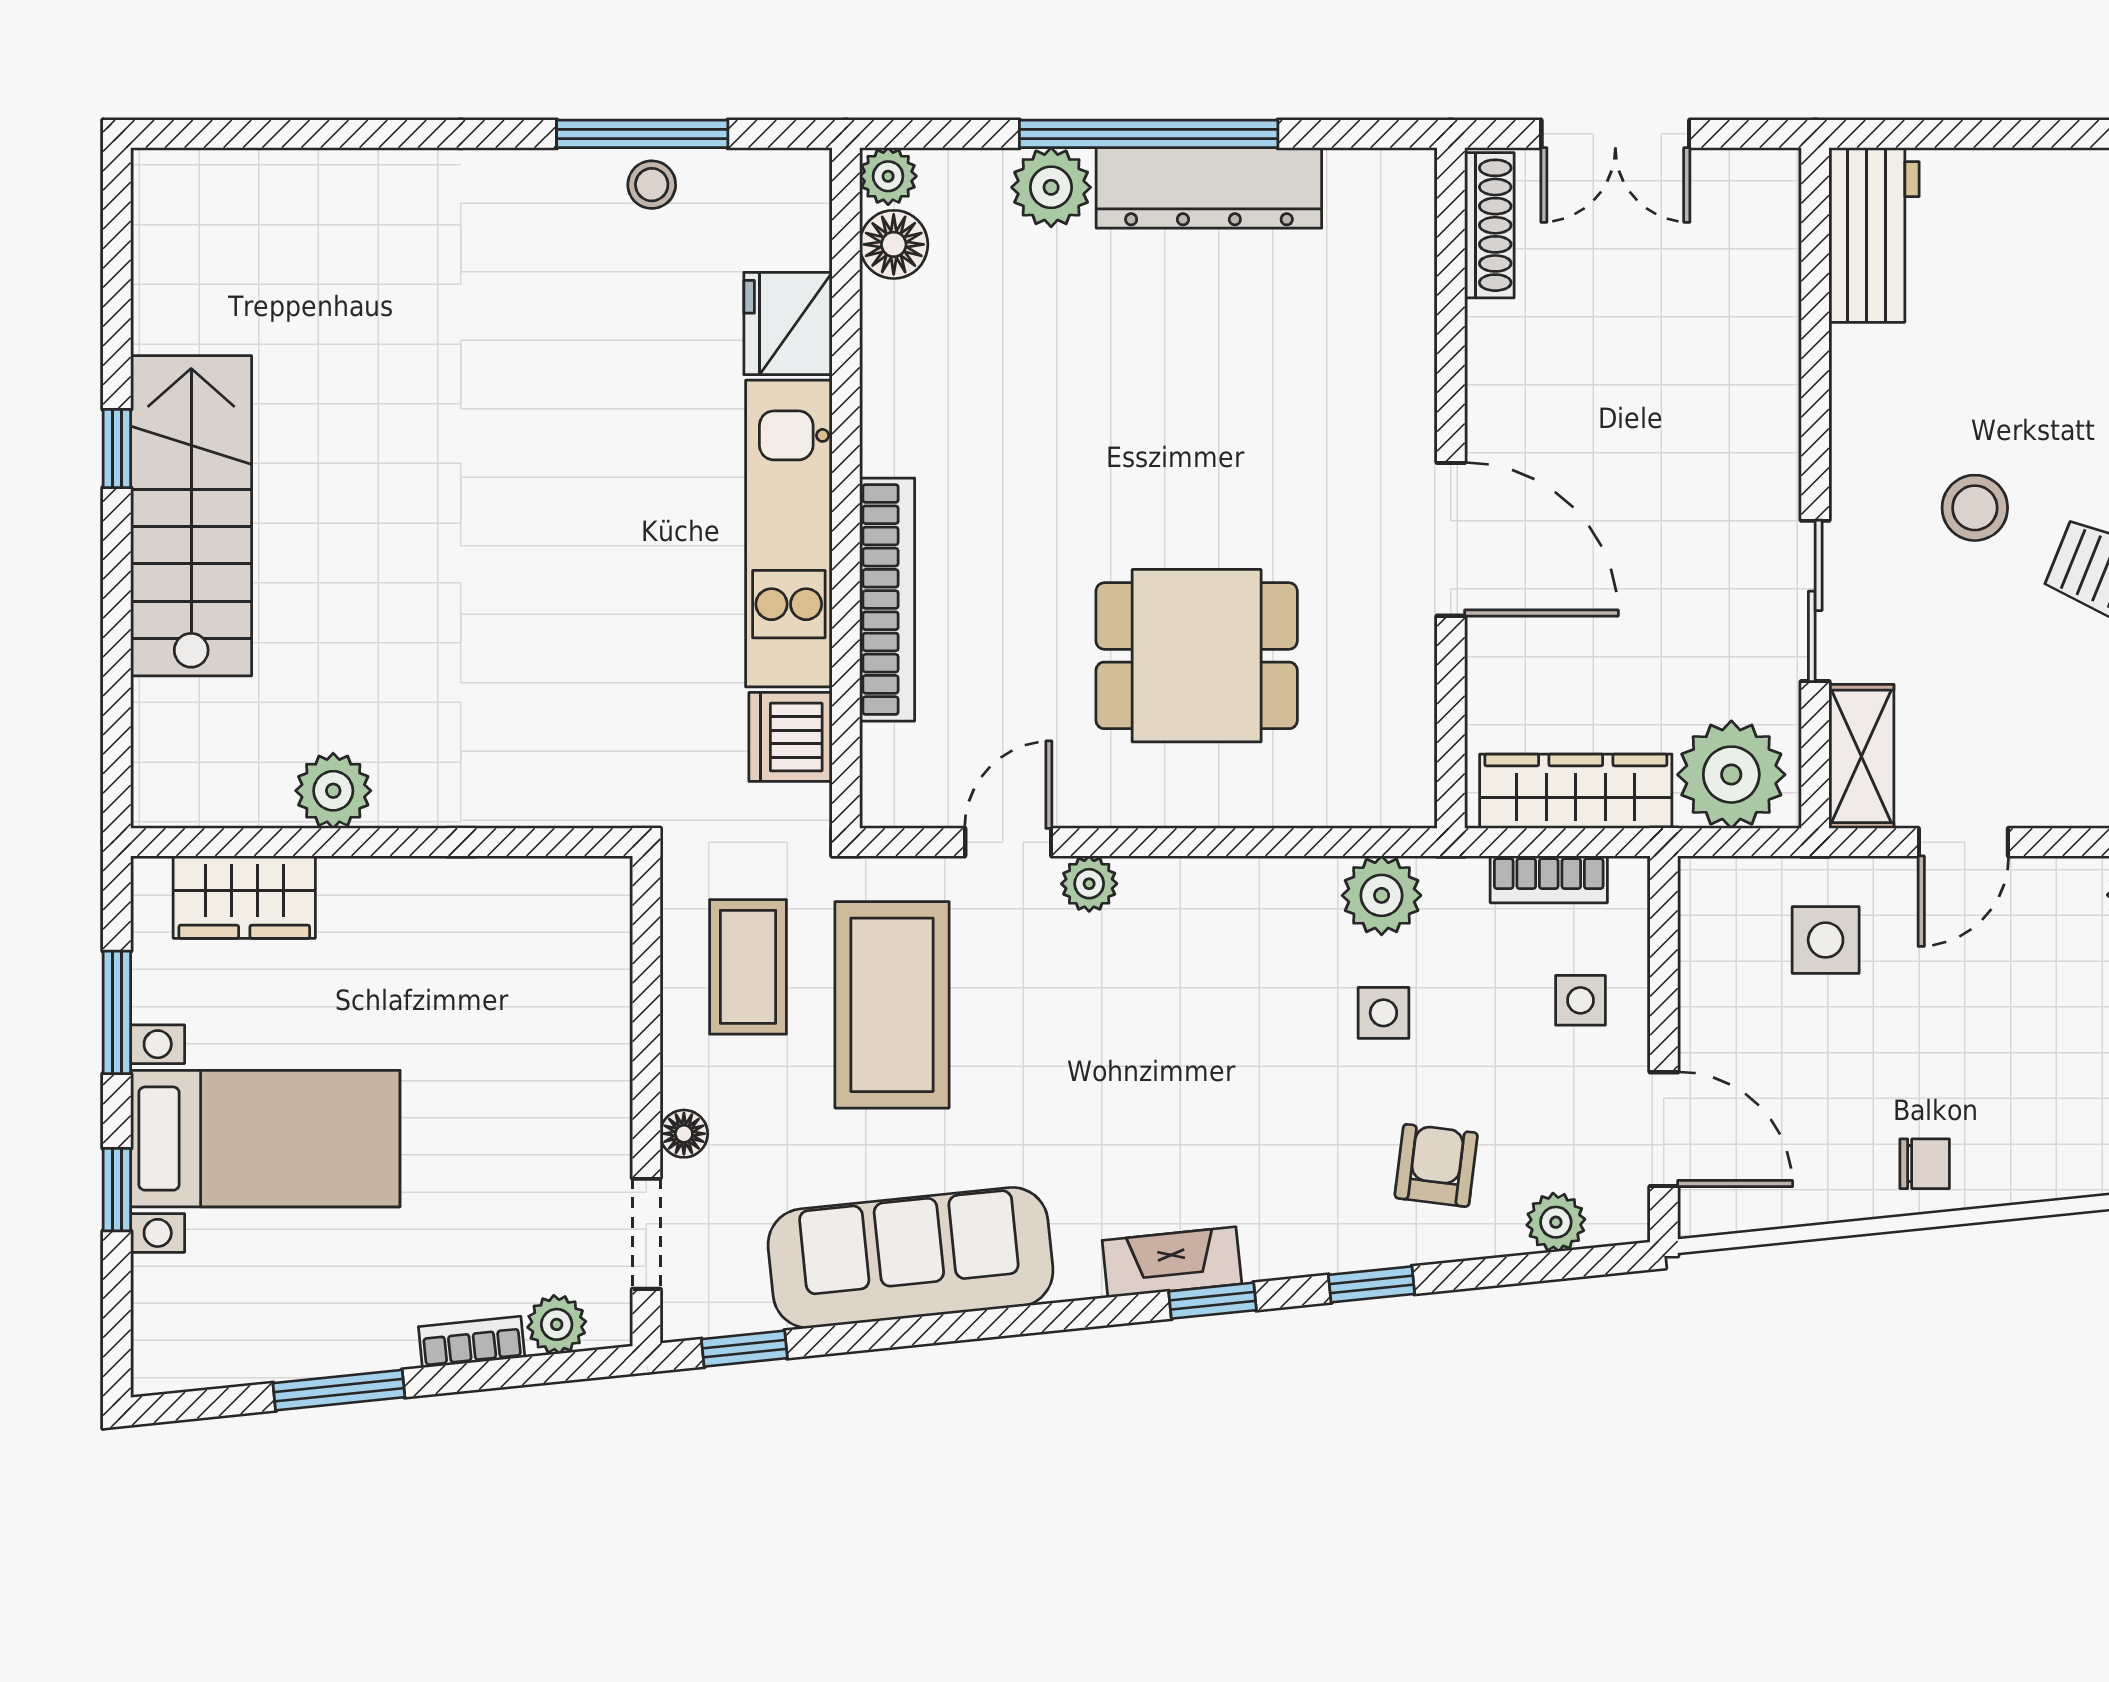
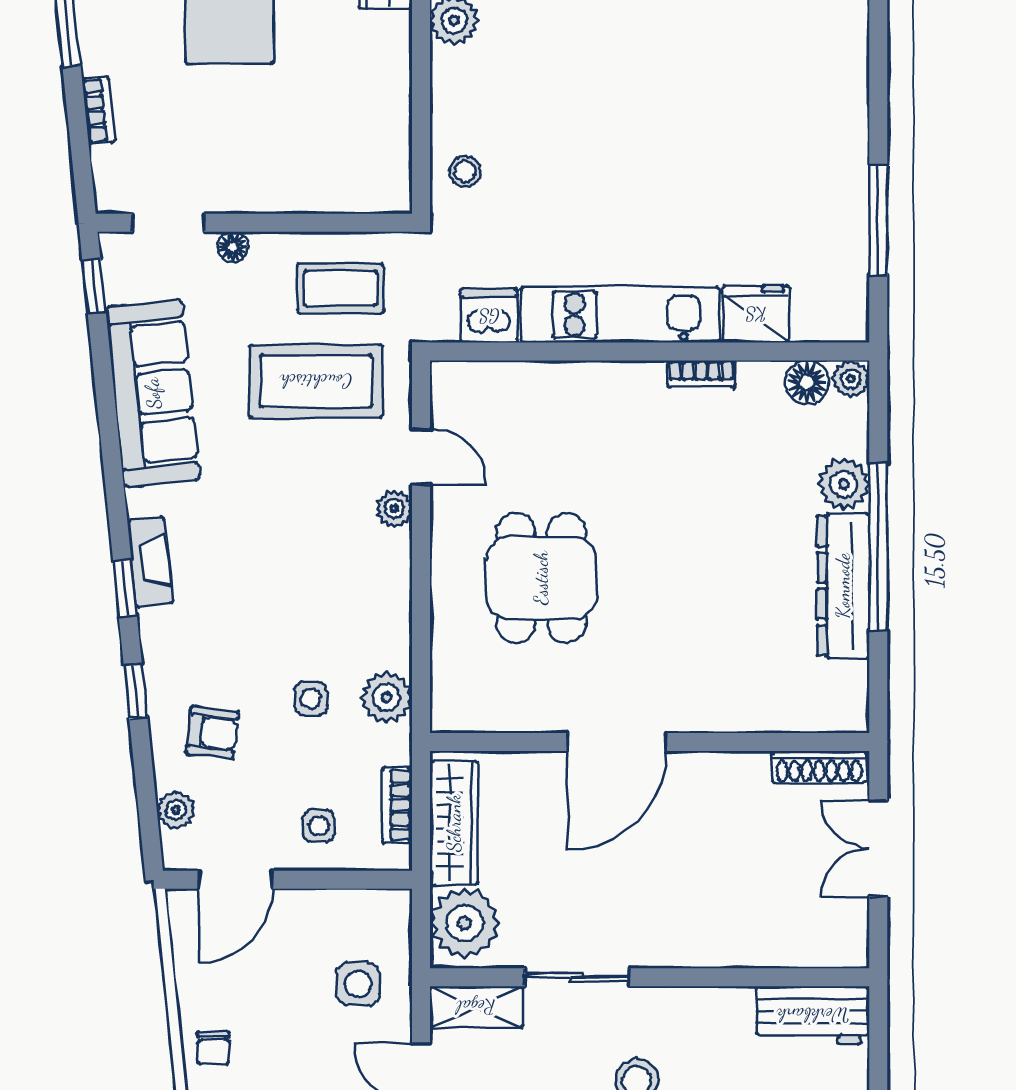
stool: (652, 185) -> (465, 171), moved
bookcase: (887, 600) -> (701, 374), moved, width x0.43, depth x0.76
plant: (557, 1324) -> (110, 165), removed

